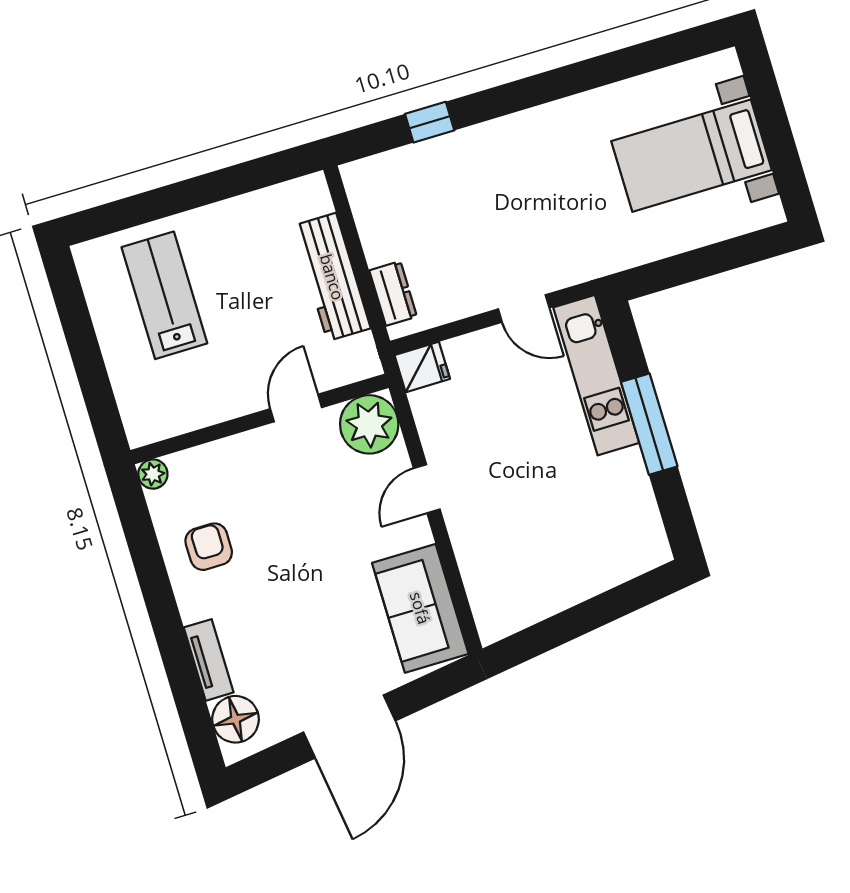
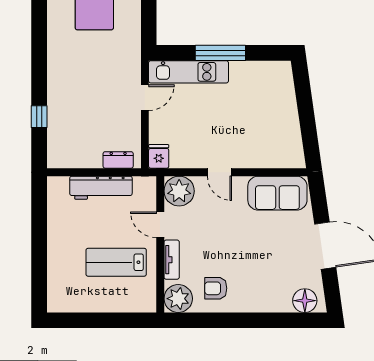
lab bench: (164, 295) -> (116, 262), moved
plant: (153, 474) -> (178, 299), width x1.88, depth x1.88
tv unit: (209, 660) -> (172, 260), moved, turned 90

